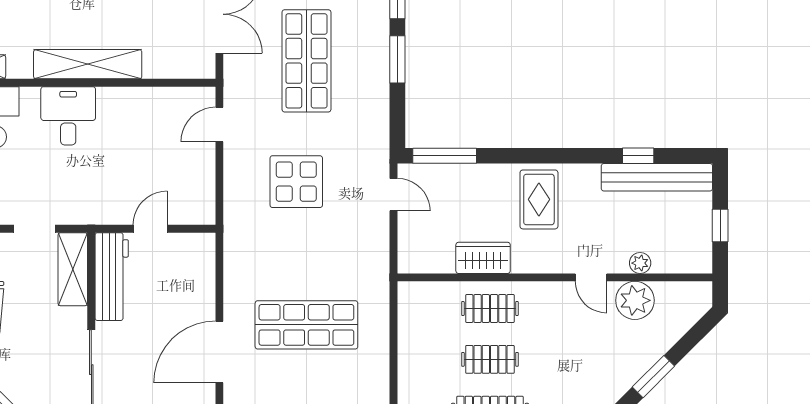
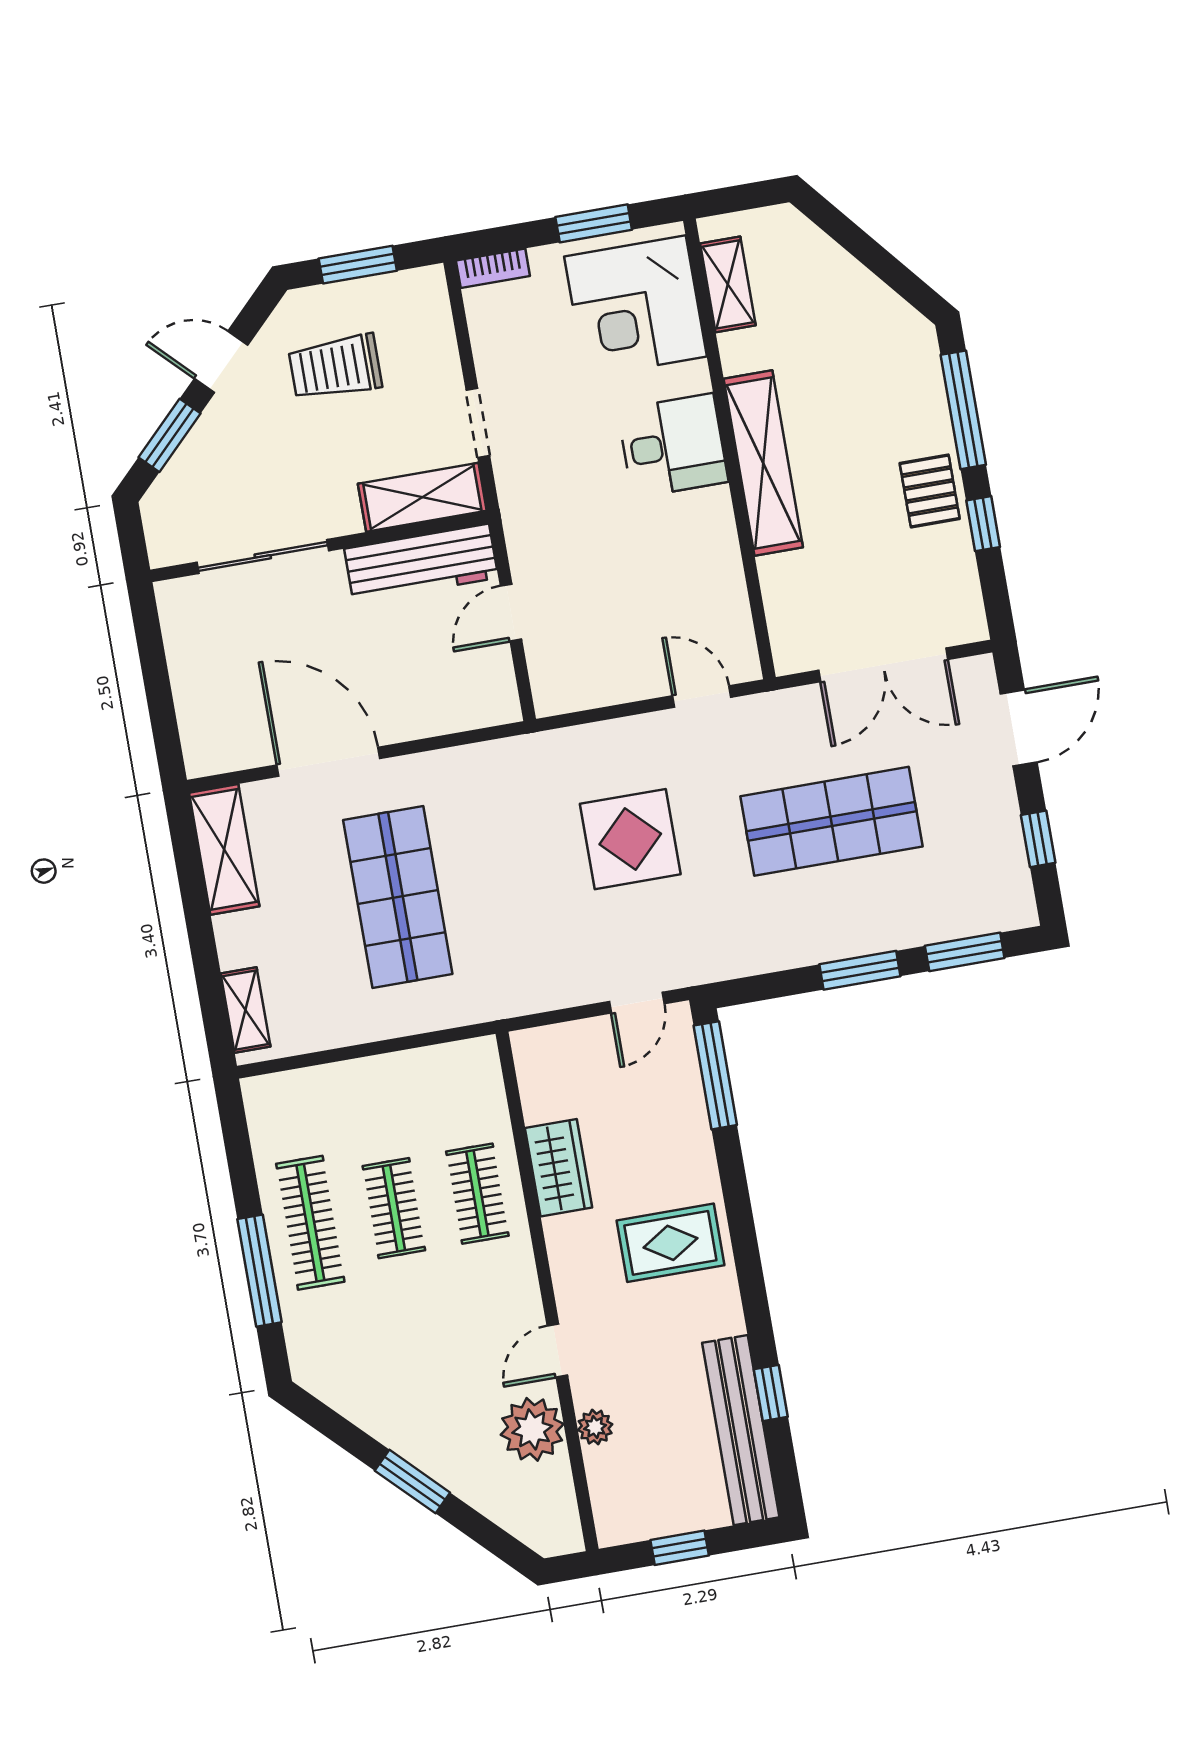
door: (150, 229) -> (511, 613), swing flipped

